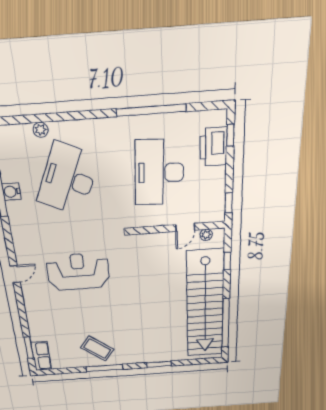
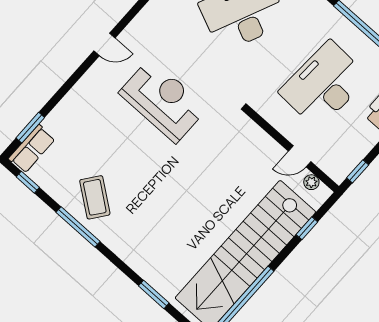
window: (159, 364) -> (154, 294), moved
window: (58, 371) -> (28, 182), added

